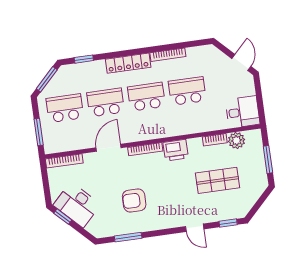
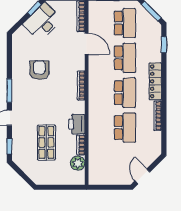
door: (241, 63) -> (142, 176), swing flipped
desk: (242, 112) -> (101, 171), removed
door: (109, 148) -> (87, 44), moved
printer: (176, 150) -> (77, 124), moved
window: (268, 159) -> (58, 187), removed
window: (128, 237) -> (9, 91), moved

